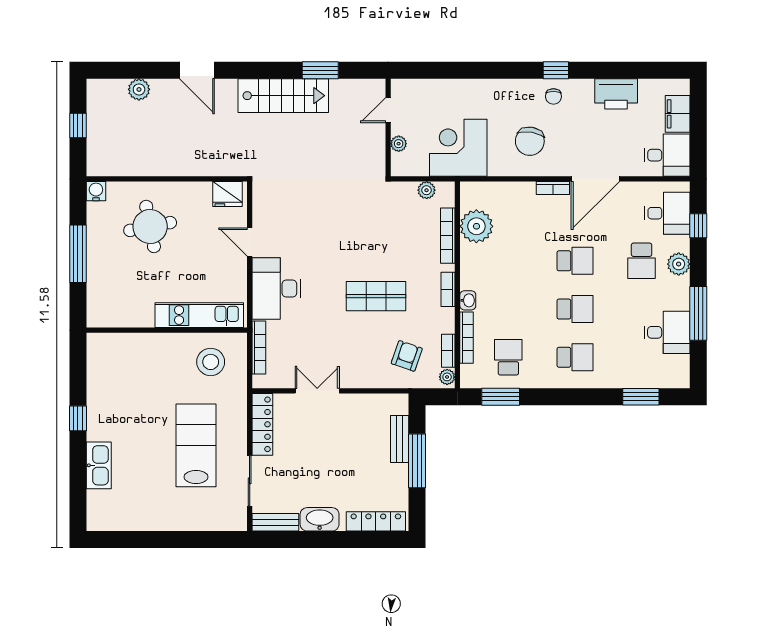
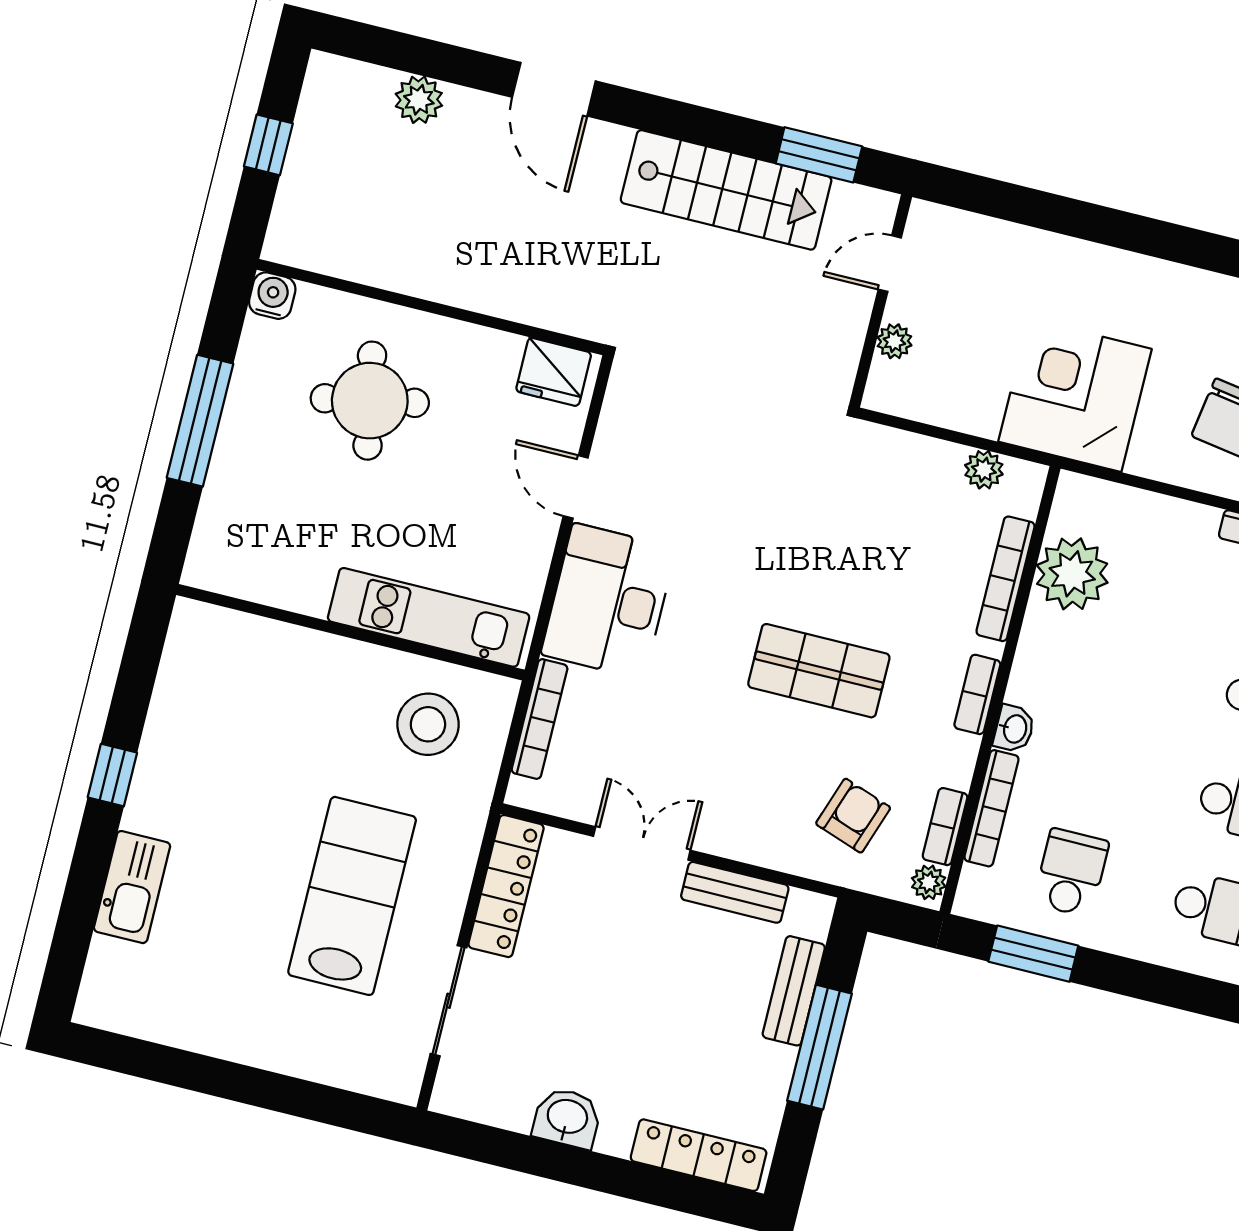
door: (388, 110) -> (890, 264), moved
wall: (388, 128) -> (881, 301), moved
plant: (399, 144) -> (894, 341), moved
washbasin: (320, 519) -> (567, 1118), width x0.72
bench: (275, 522) -> (735, 892), moved

